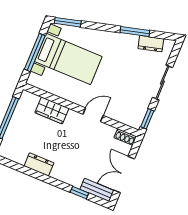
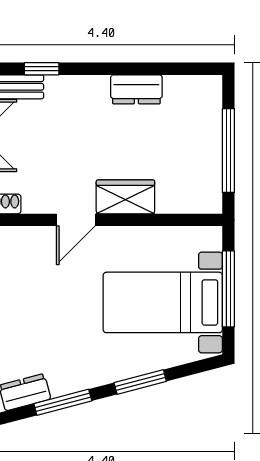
window: (68, 22) -> (140, 382), moved
wardrobe: (52, 110) -> (125, 197), moved

